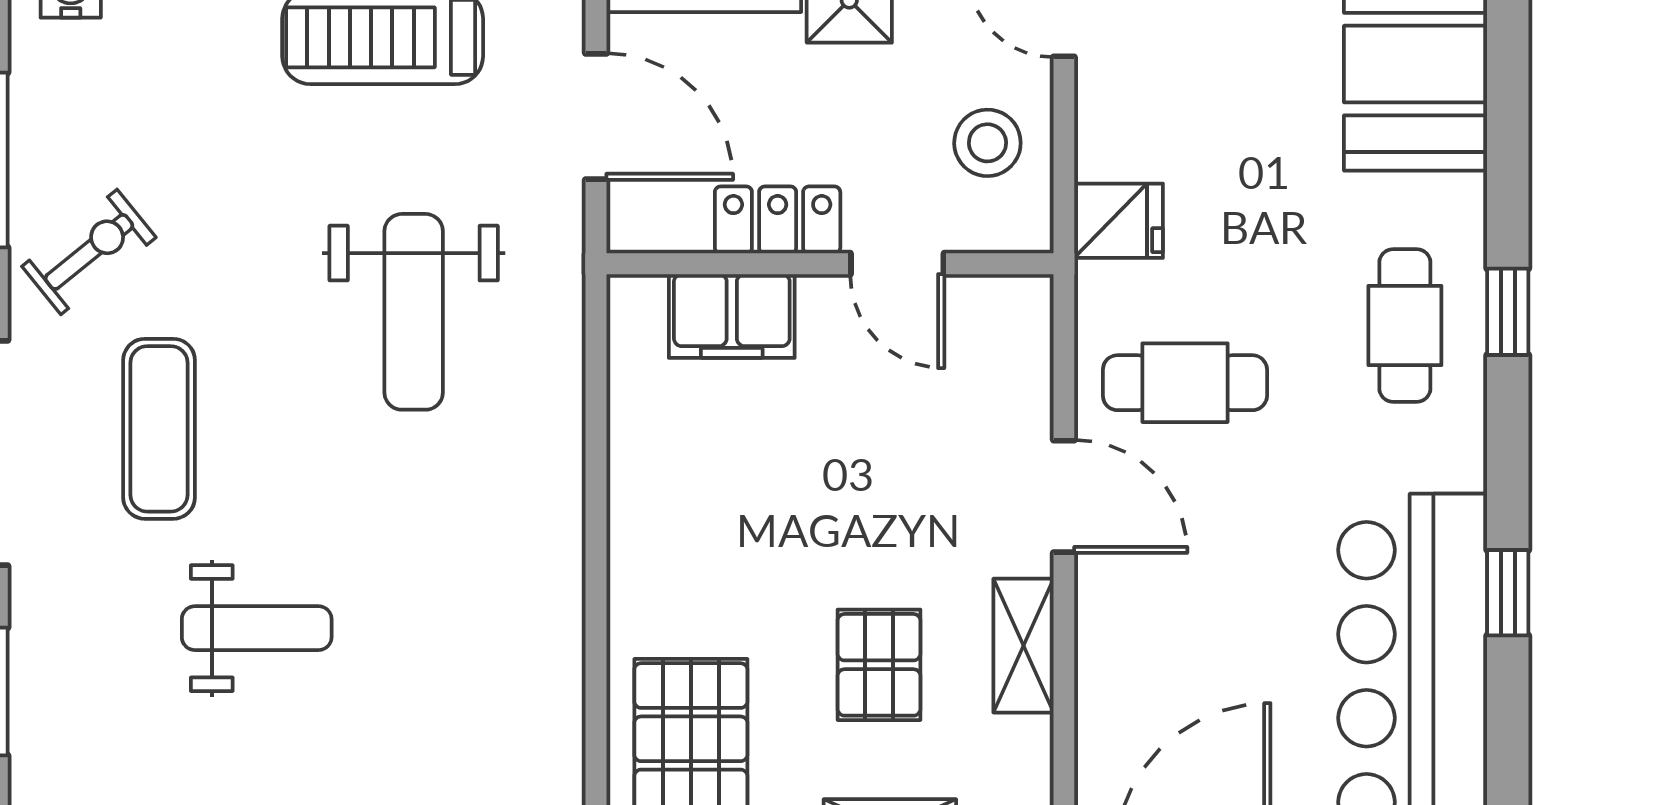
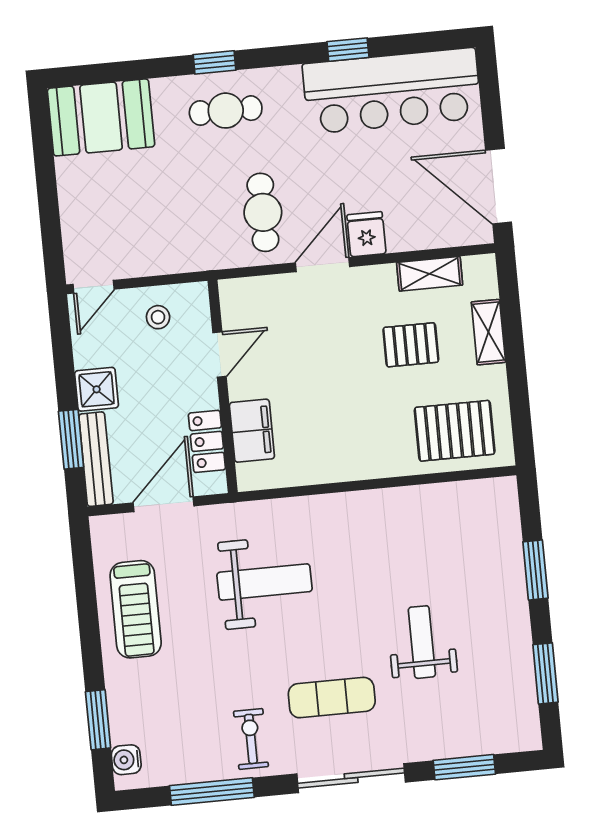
stool: (987, 143) -> (158, 317), width x0.73, depth x0.73
locker: (778, 220) -> (207, 441), moved
fridge: (1119, 221) -> (366, 234), moved
exercise bike: (89, 252) -> (251, 739), turned 39
shelving: (1023, 646) -> (430, 274), moved

